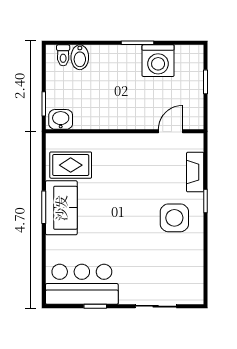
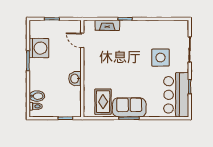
washbasin: (61, 119) -> (75, 79), moved
side table: (174, 218) -> (161, 58), moved

